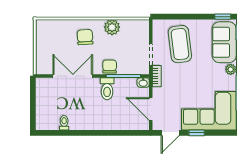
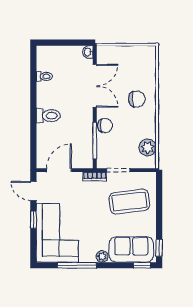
plant: (112, 27) -> (148, 147), moved
washbasin: (143, 83) -> (88, 52), moved
toilet: (107, 89) -> (48, 116), moved, turned 180

